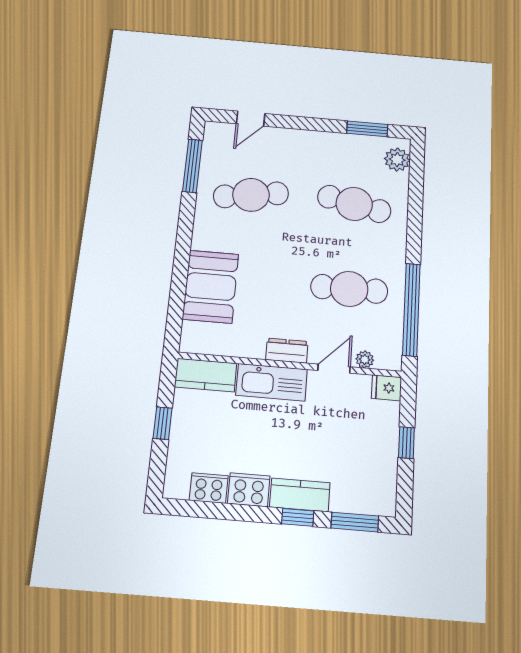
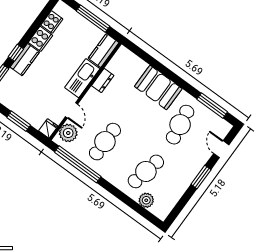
window: (367, 129) -> (201, 177), moved
plant: (397, 160) -> (146, 200), moved
booth: (211, 287) -> (158, 88), moved
dresser: (287, 351) -> (103, 81), moved
plant: (365, 359) -> (68, 133), width x1.88, depth x1.88
window: (163, 423) -> (93, 19), width x2.17
window: (406, 443) -> (19, 121), width x1.50

